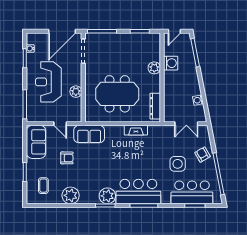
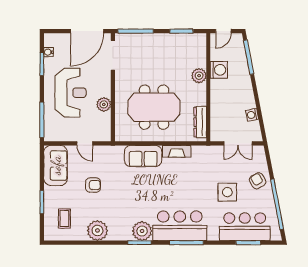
reception desk: (48, 82) -> (71, 93), turned 180
sofa: (89, 134) -> (143, 156), moved

